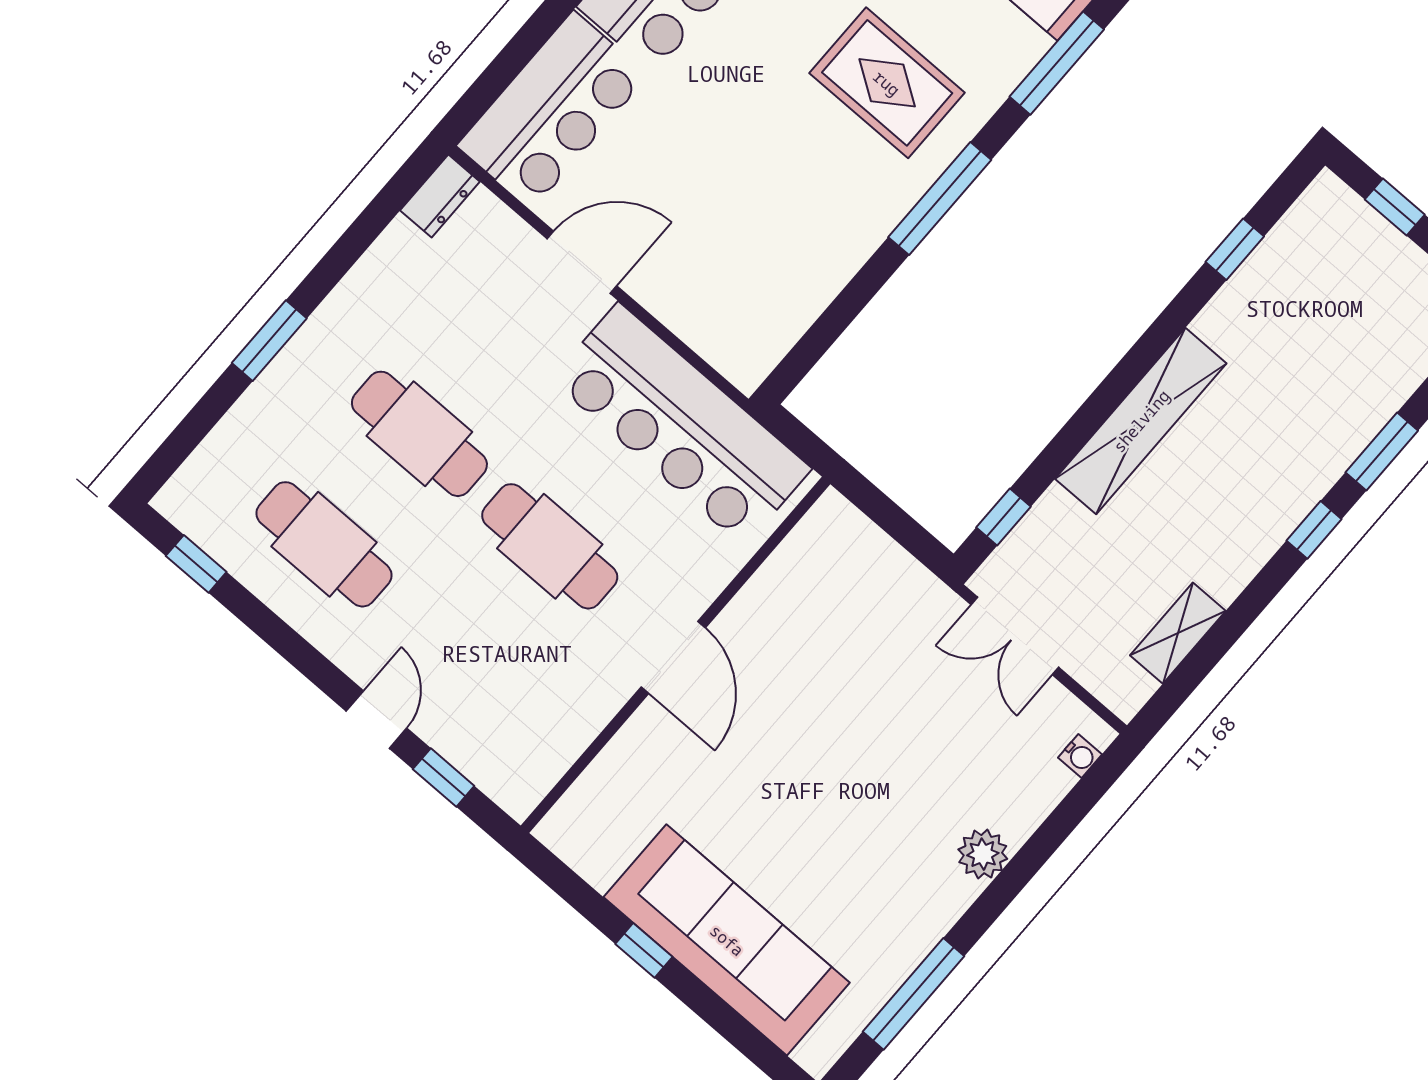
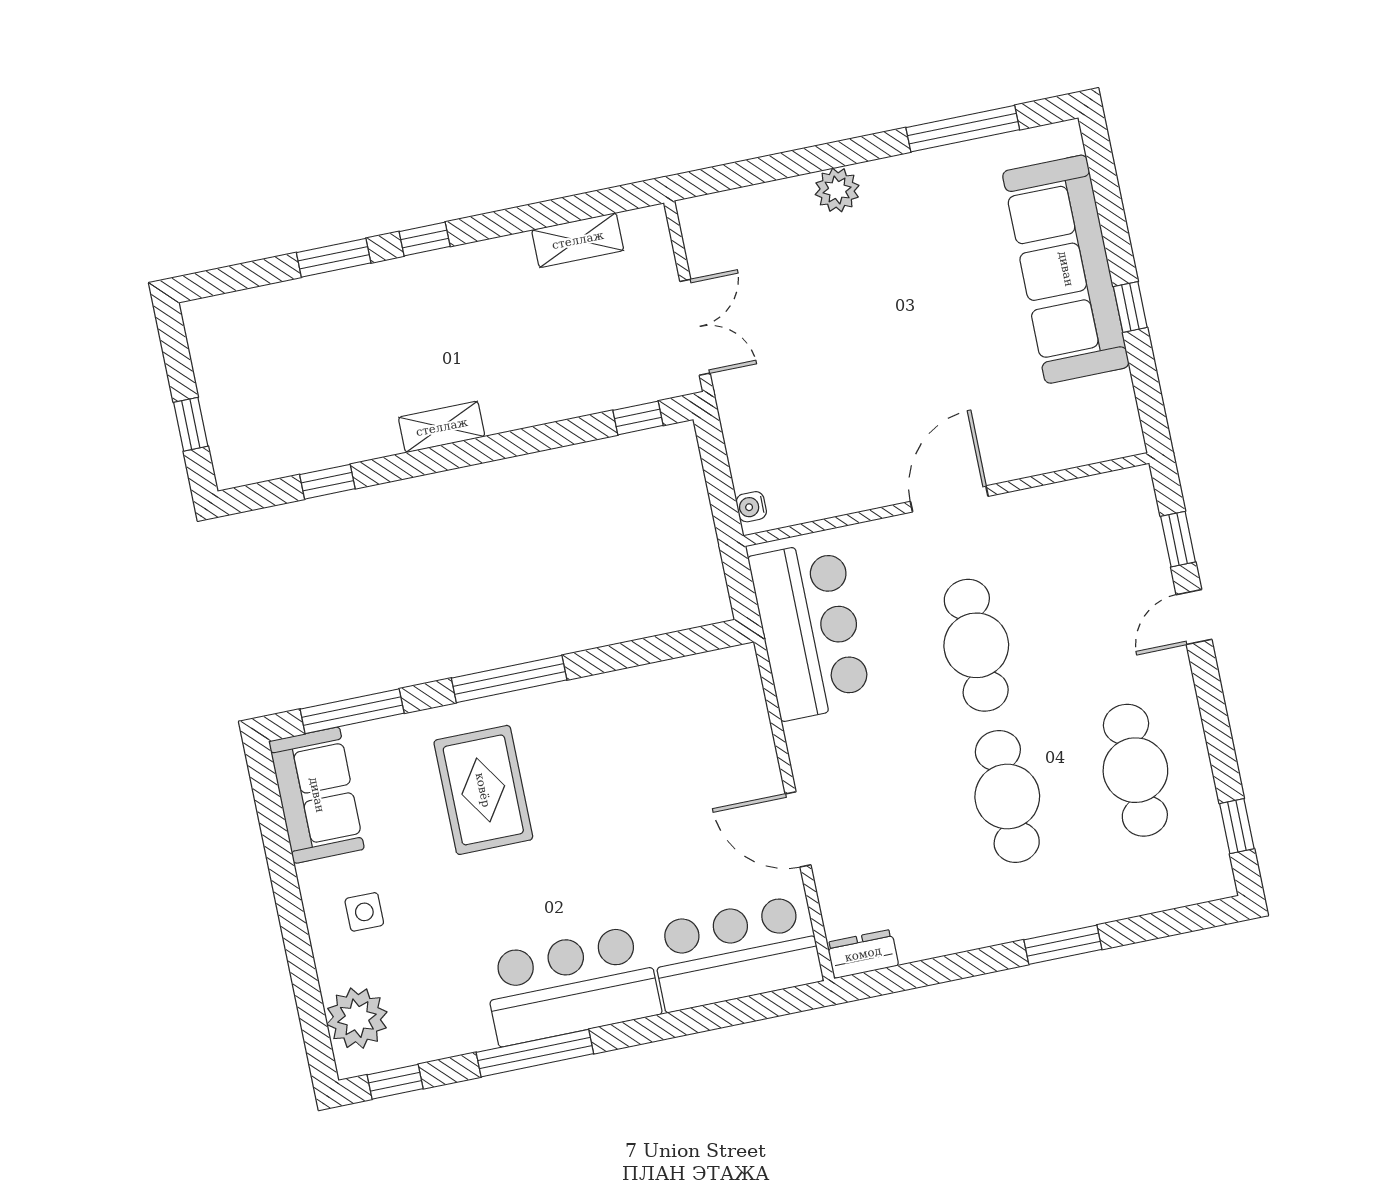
shelving: (1141, 421) -> (442, 427), width x0.45, depth x0.75
bar counter: (681, 424) -> (810, 630), width x0.73
water cooler: (1080, 756) -> (751, 507), moved, turned -90

